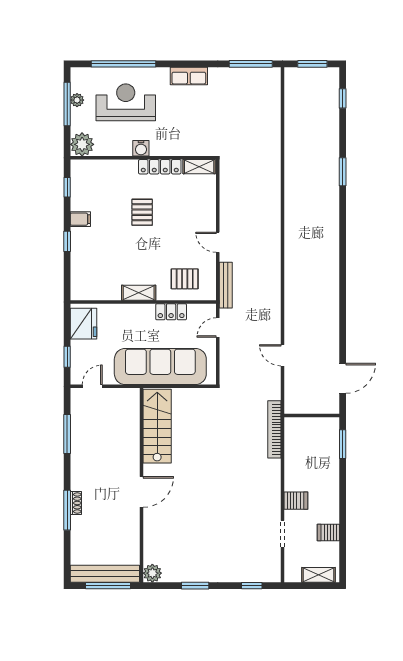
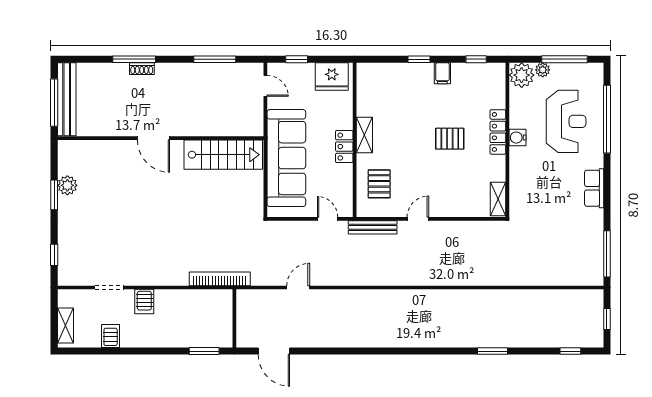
window: (312, 64) -> (607, 319), width x0.67
plant: (77, 100) -> (543, 70), moved
locker: (160, 167) -> (498, 132), moved
locker: (171, 312) -> (344, 147), moved
plant: (152, 573) -> (67, 185), moved

